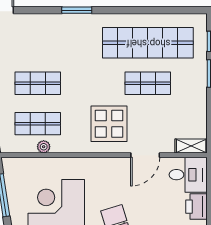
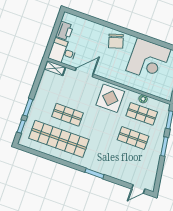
display table: (109, 124) -> (110, 98), moved

